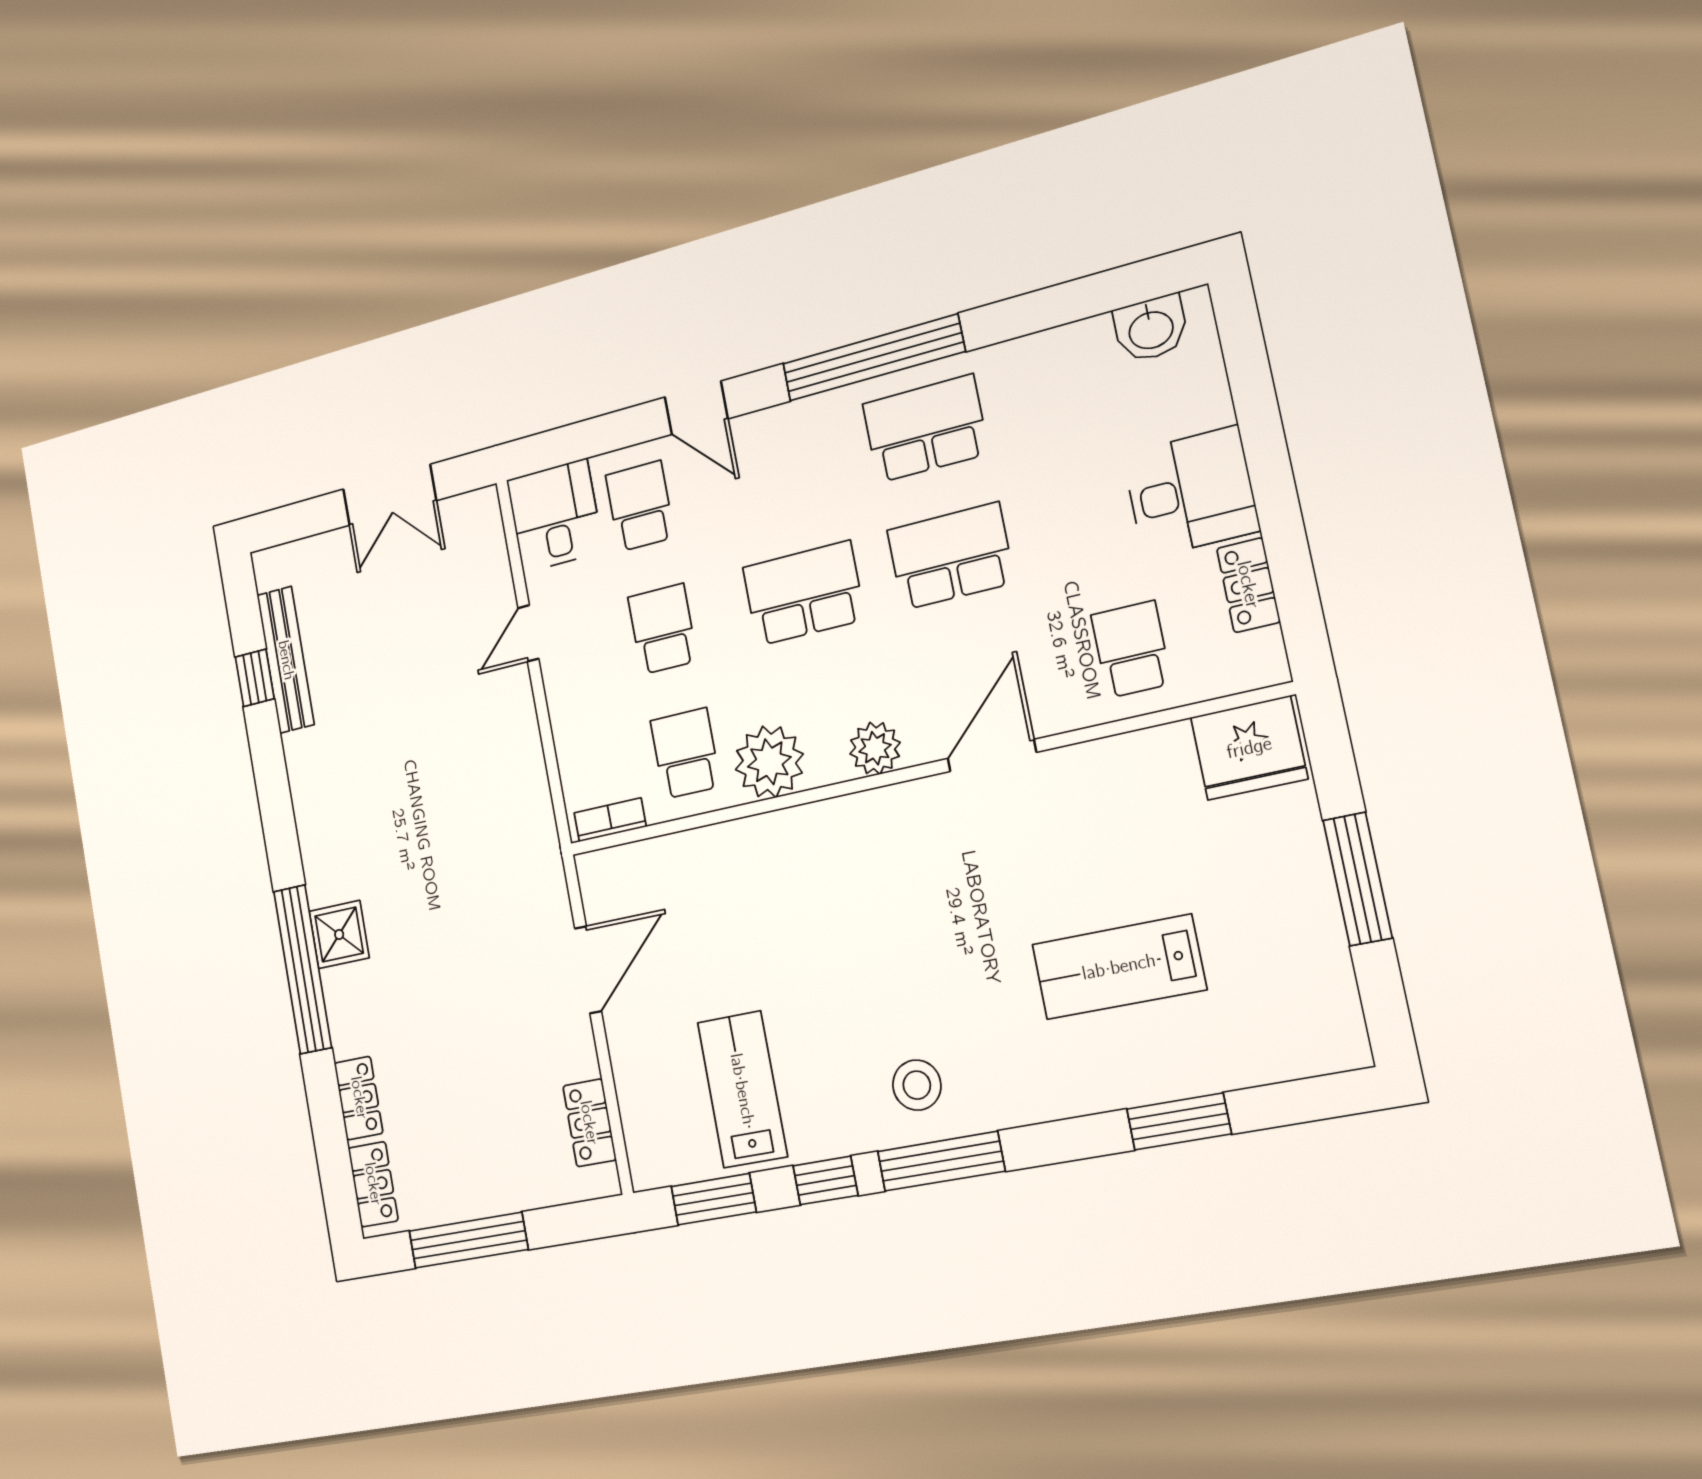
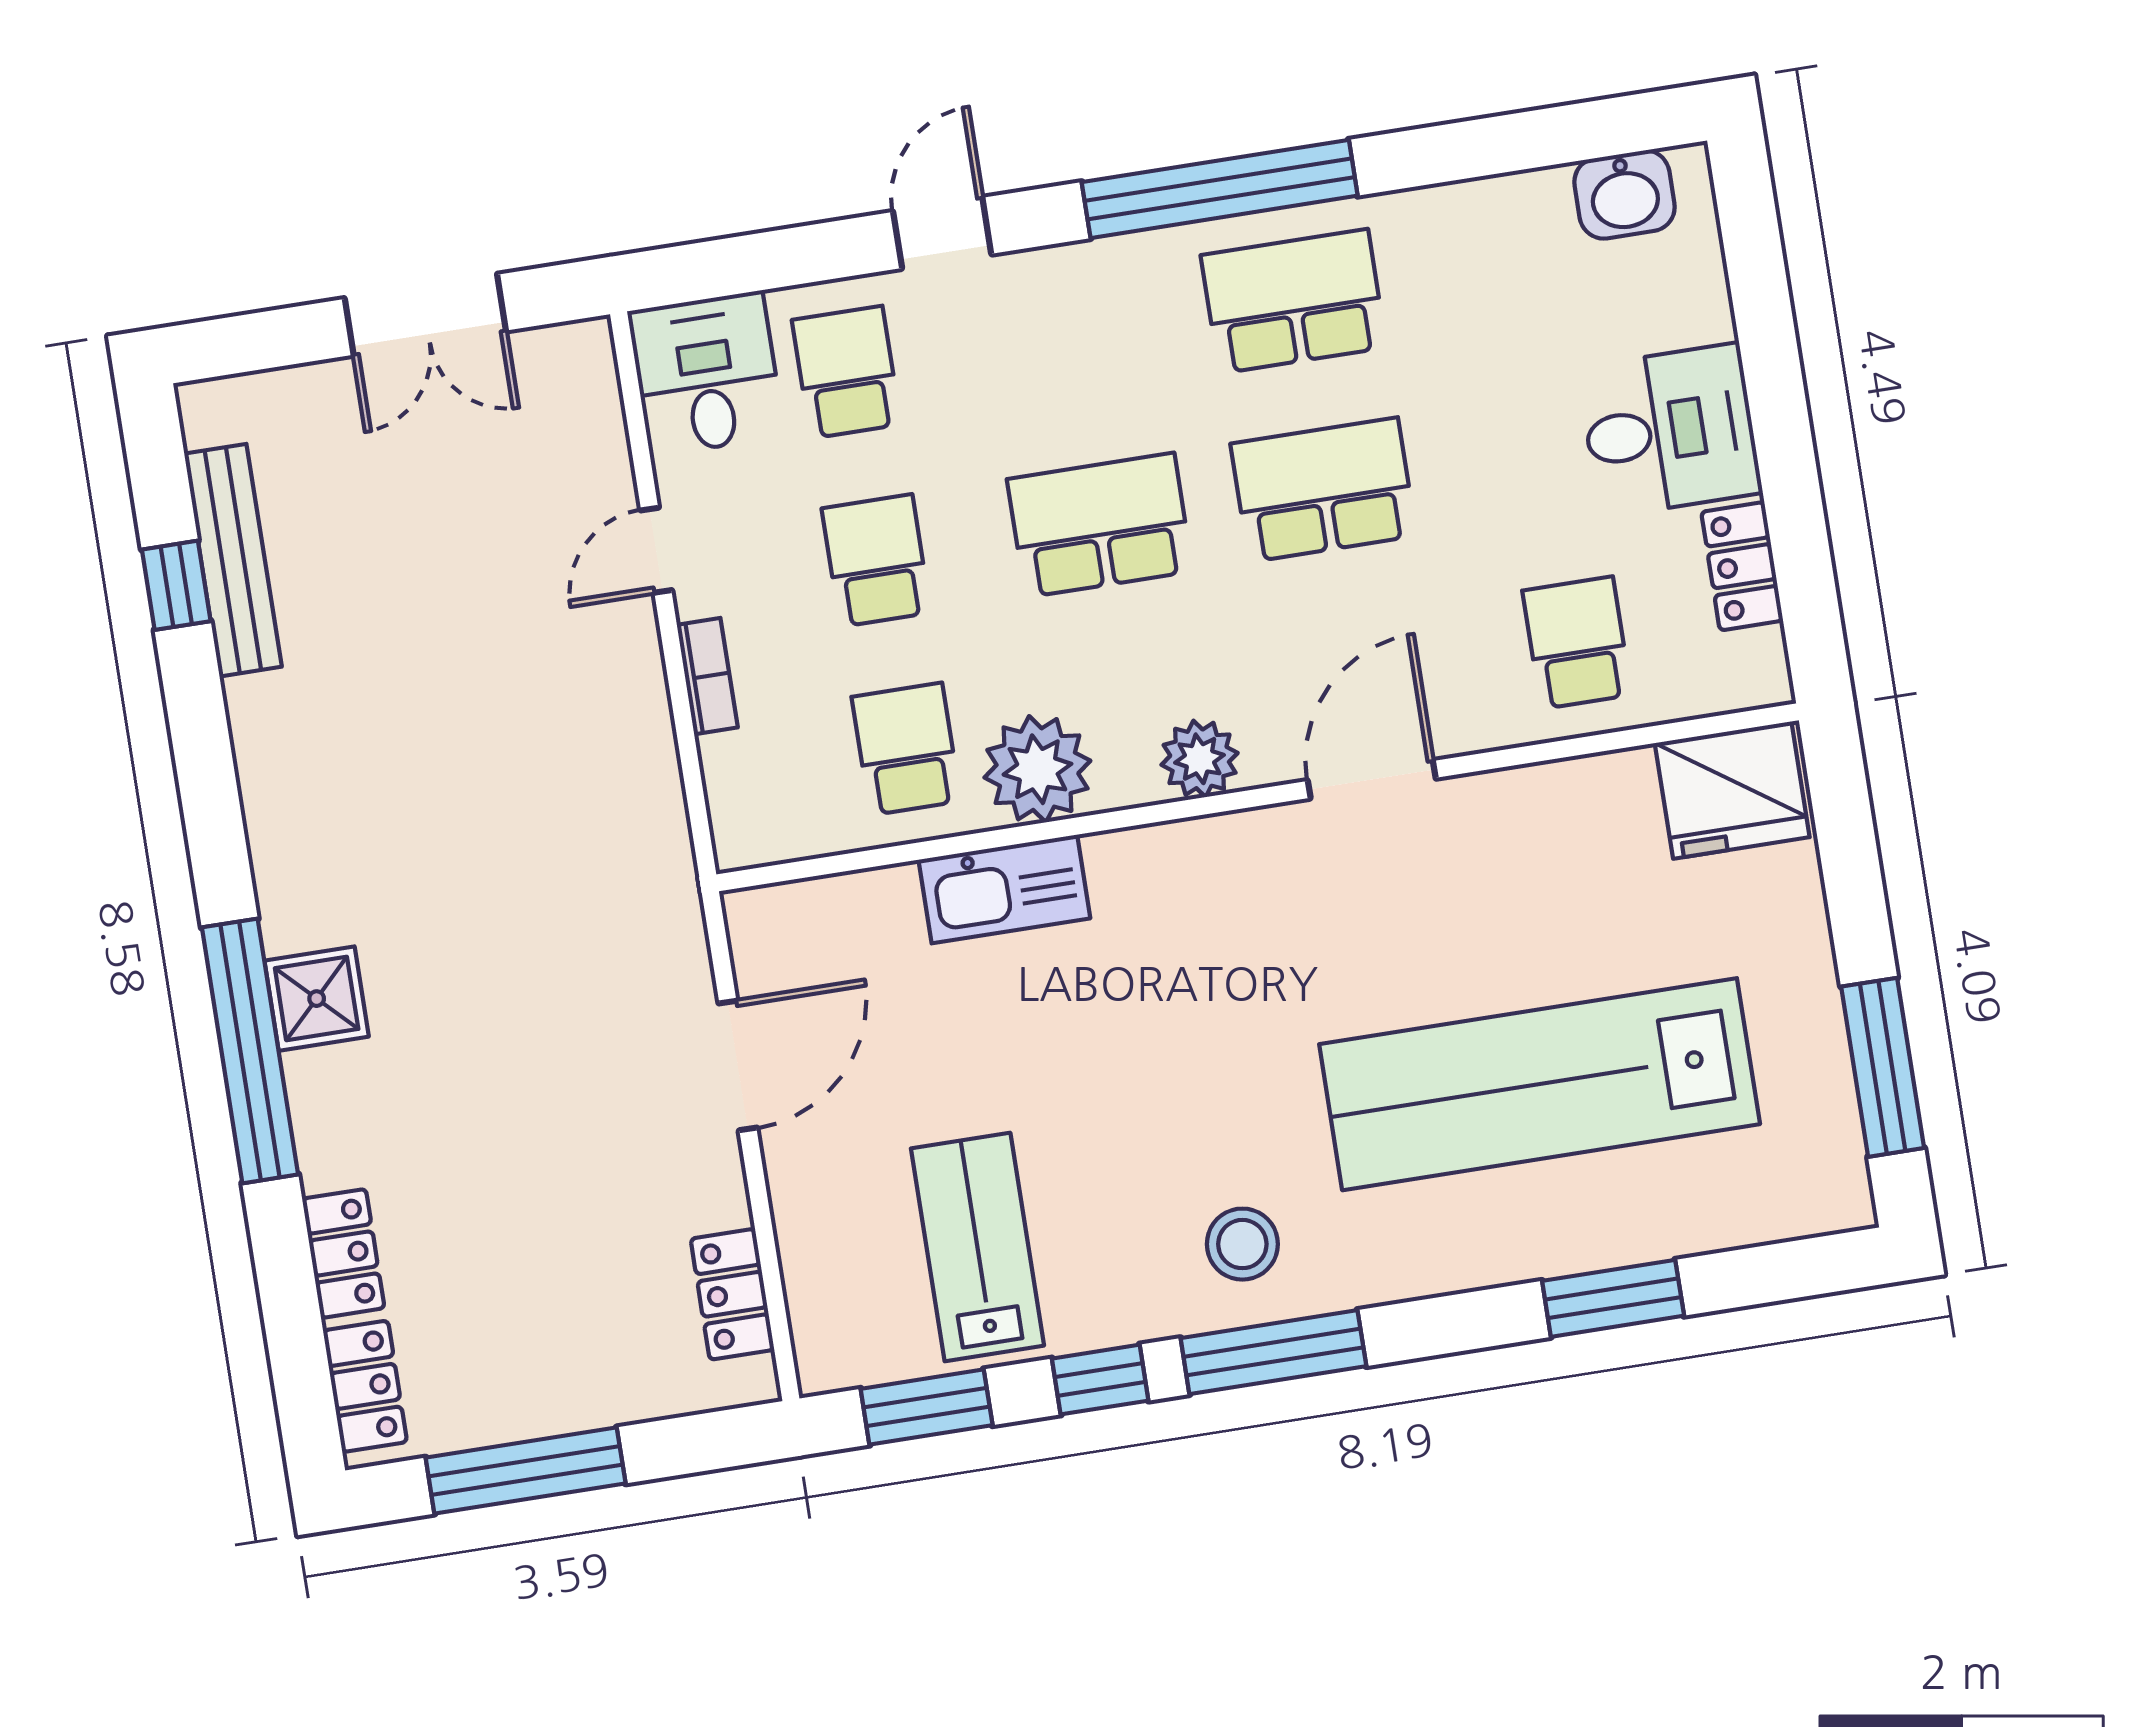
door: (696, 408) -> (942, 233), swing flipped
bookcase: (610, 820) -> (707, 676), moved, turned 90
kitchen sink: (751, 844) -> (1004, 889), added
window: (1358, 879) -> (1883, 1067), moved
lab bench: (1119, 967) -> (1540, 1084), width x1.86, depth x1.39

